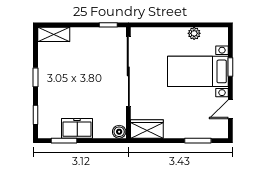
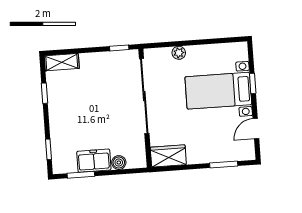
plant: (194, 33) -> (179, 53), moved
window: (35, 77) -> (44, 93), moved
boiler: (119, 132) -> (119, 163), moved

